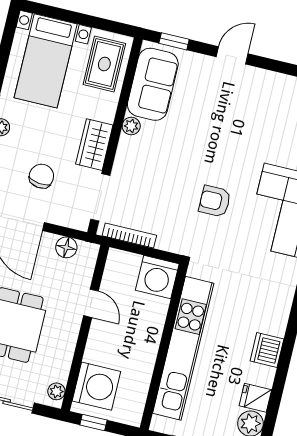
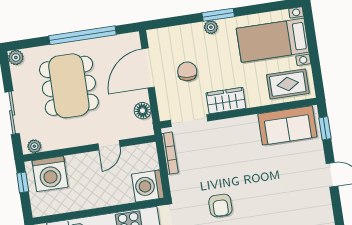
plant: (131, 126) -> (250, 122), removed
chair: (41, 176) -> (187, 71), turned -91
armchair: (215, 201) -> (220, 205), turned 180

